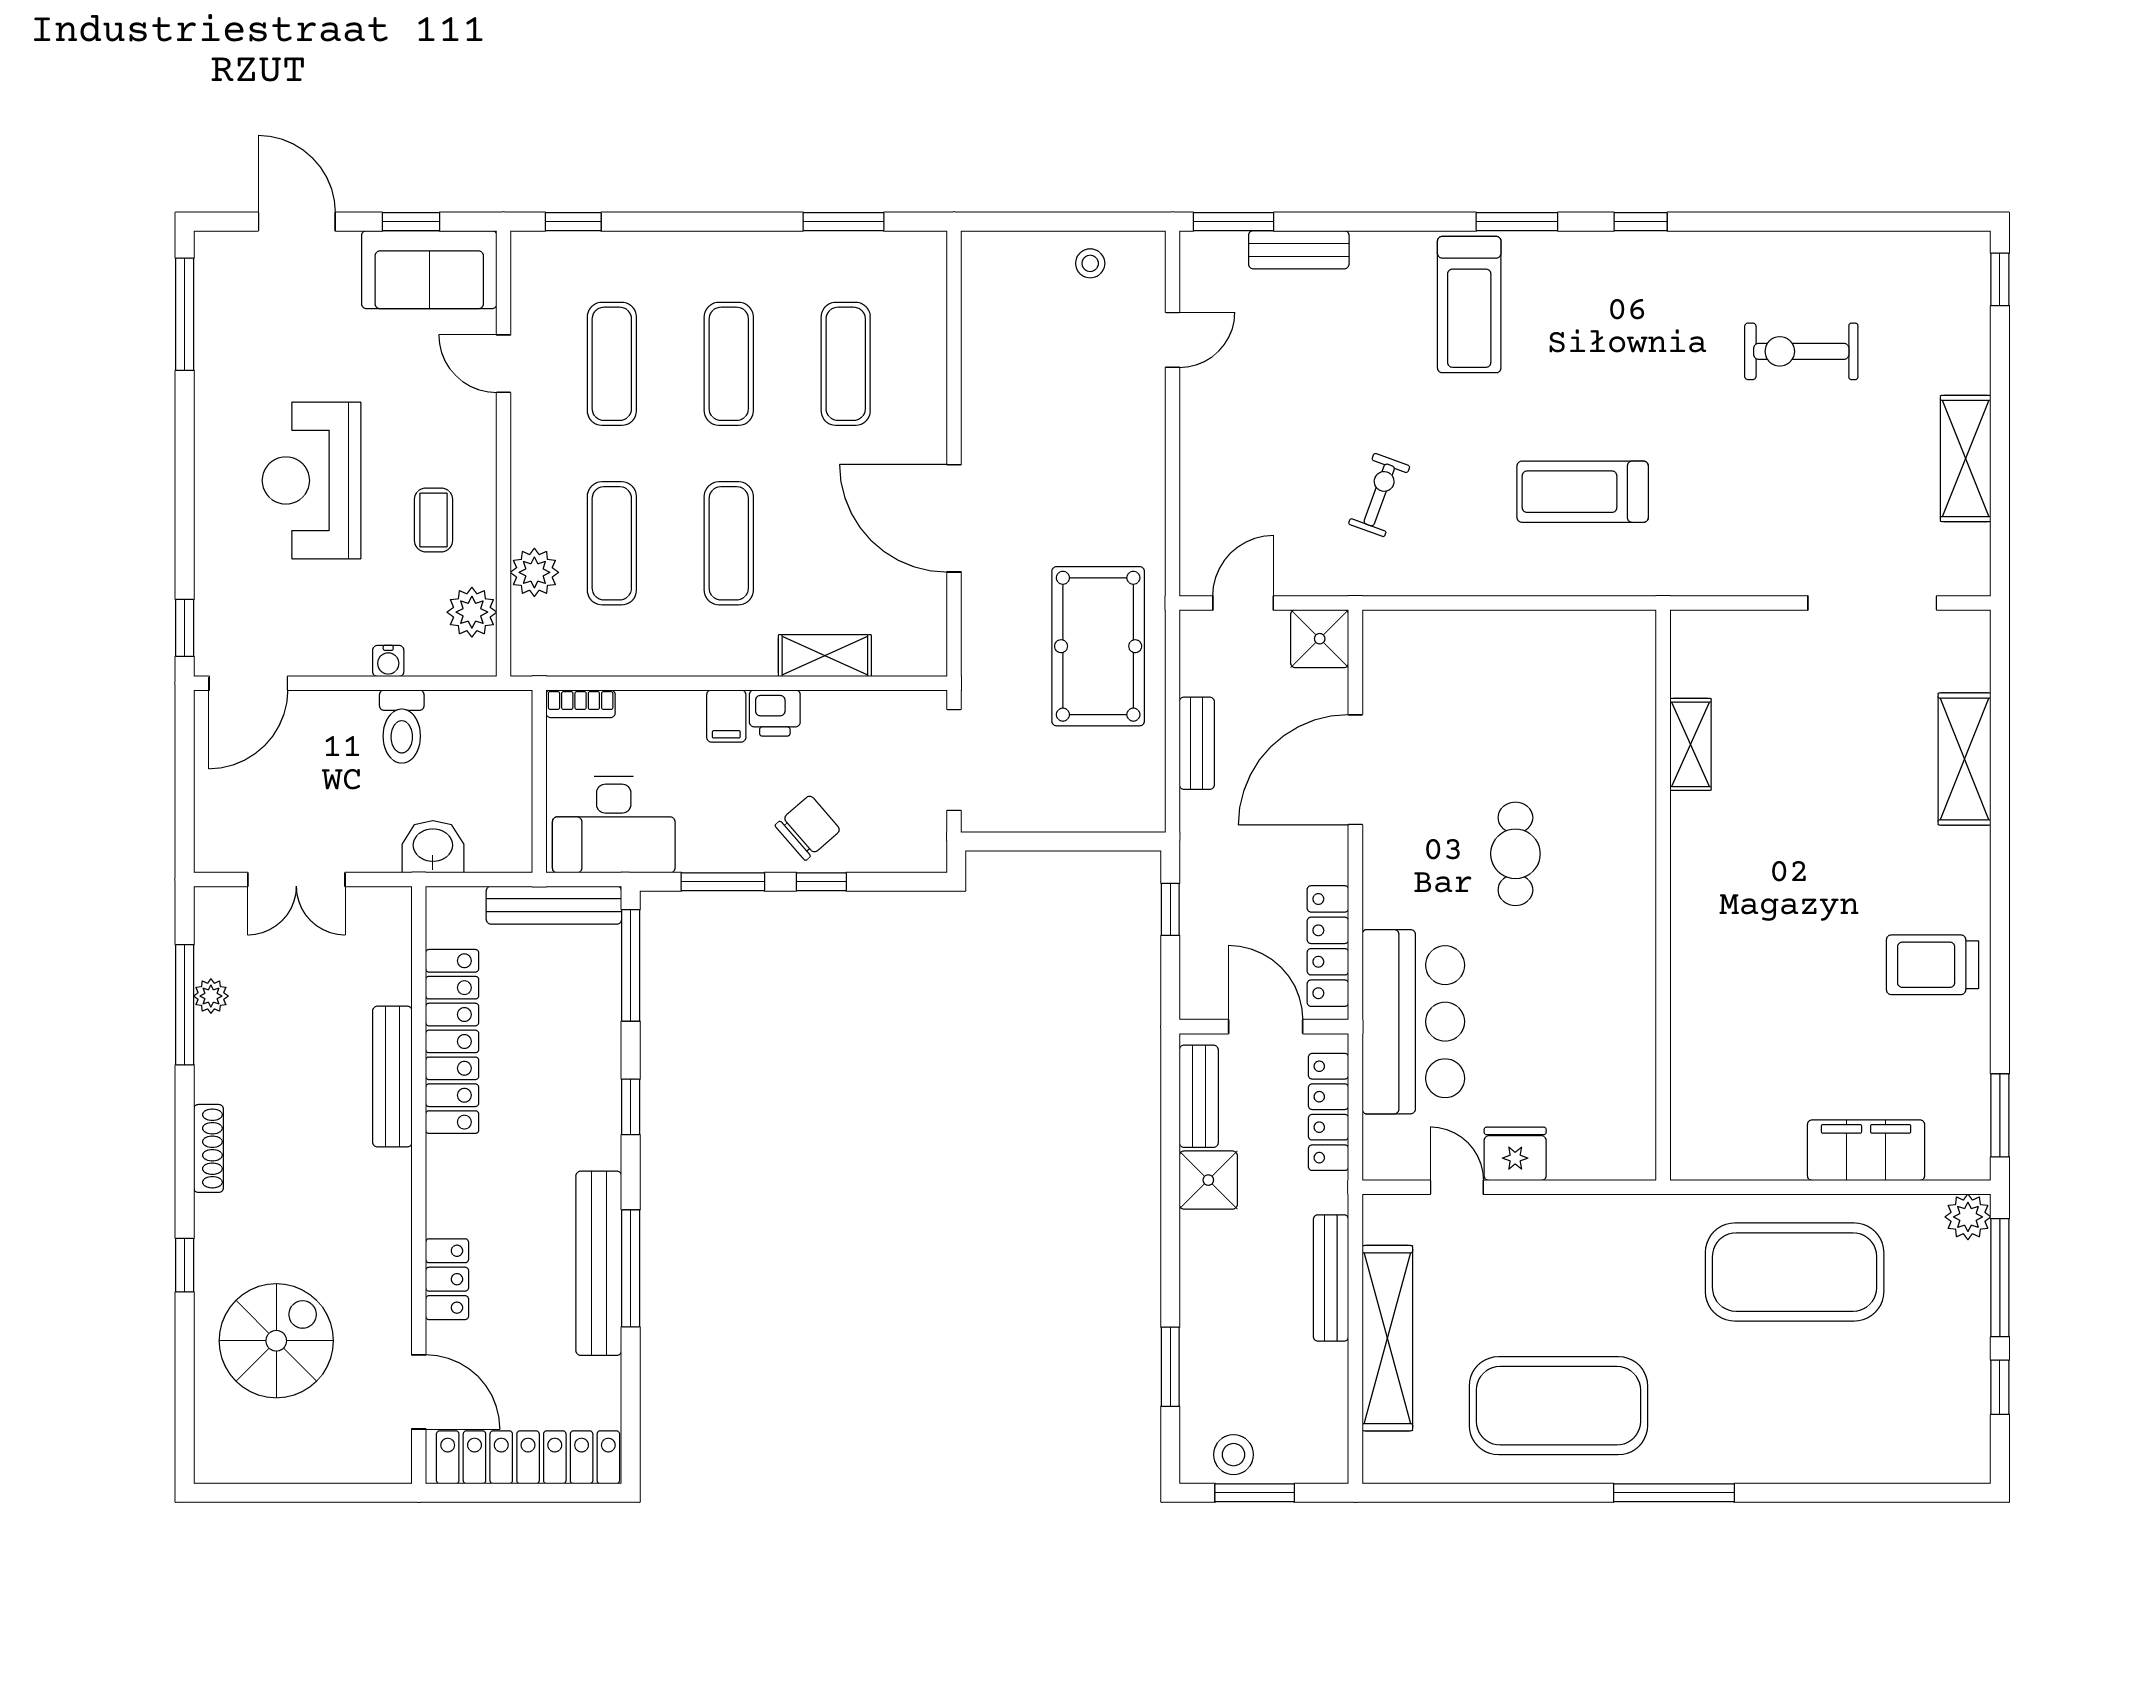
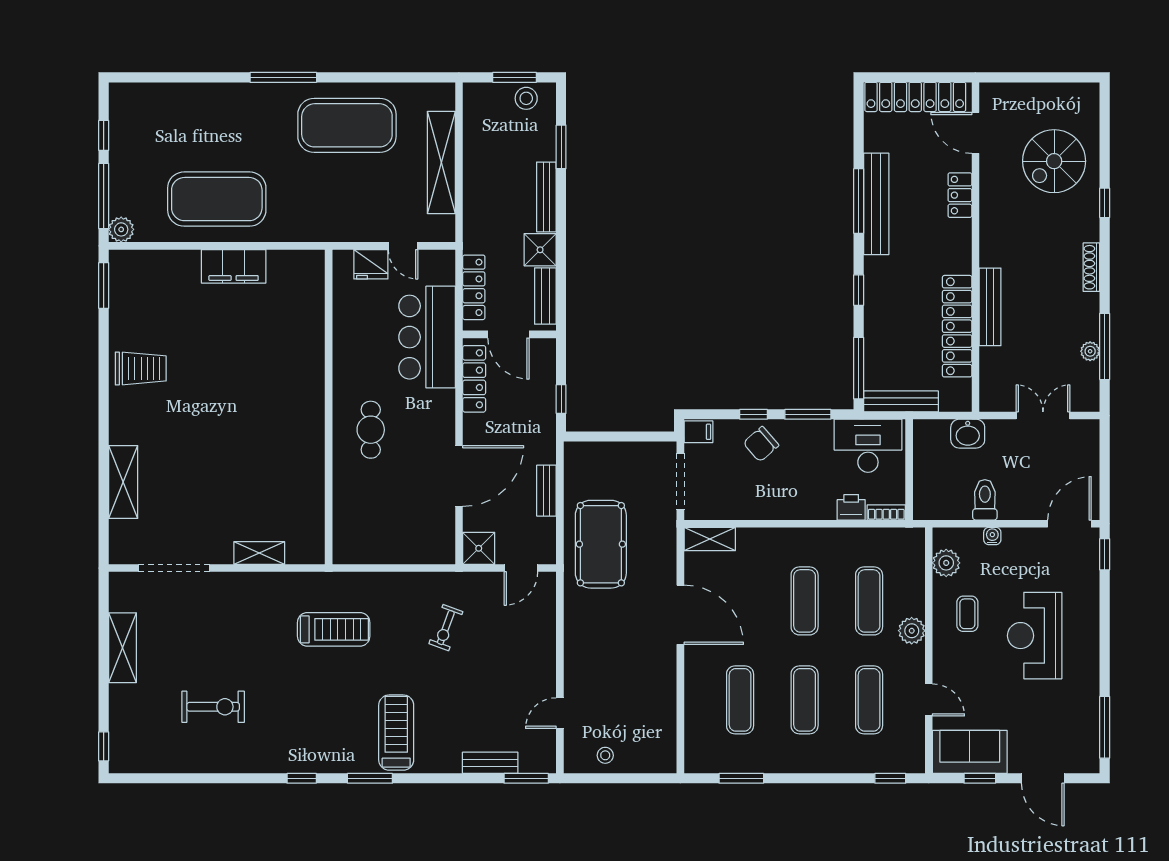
reception desk: (312, 480) -> (1035, 636), turned 180
plant: (534, 572) -> (912, 631), moved
shelving: (825, 656) -> (710, 539), moved
printer: (775, 713) -> (851, 507), moved
filing cabinet: (726, 716) -> (698, 432), moved, turned 90
shelving: (1691, 744) -> (259, 553), moved, turned 90
wall: (1663, 895) -> (329, 407), moved
filing cabinet: (1866, 1150) -> (234, 266), moved
bench: (1331, 1278) -> (546, 197), moved

